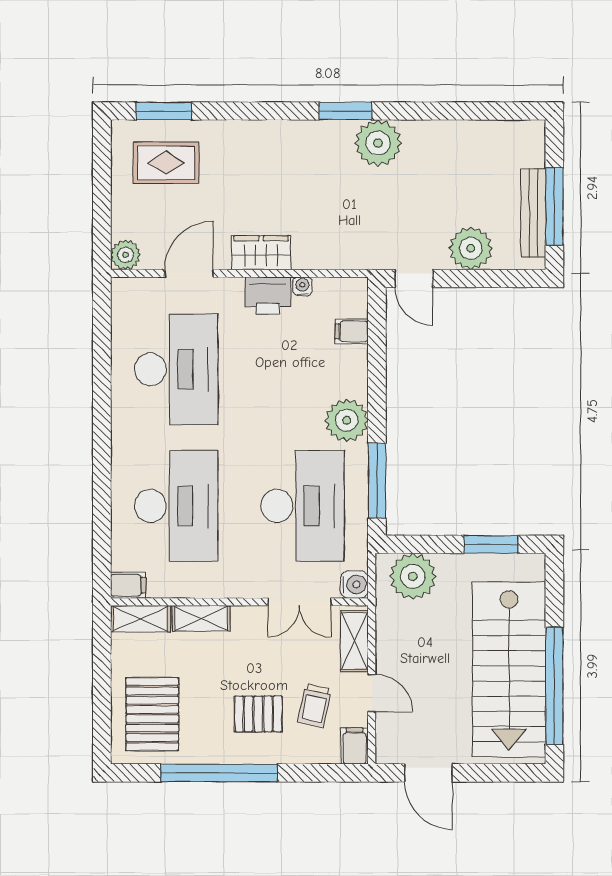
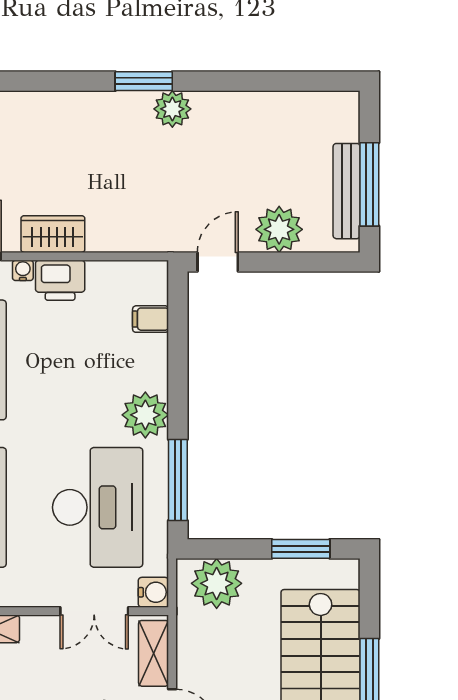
plant: (378, 143) -> (172, 109), width x0.73, depth x0.73
door: (414, 279) -> (218, 262), swing flipped
water cooler: (302, 286) -> (23, 270), moved

